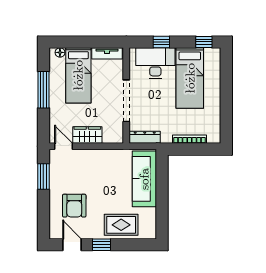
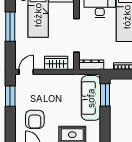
wardrobe: (87, 135) -> (56, 63), moved
door: (64, 146) -> (26, 72), hinge flipped
window: (162, 175) -> (105, 95), added

